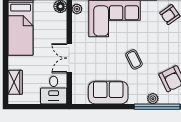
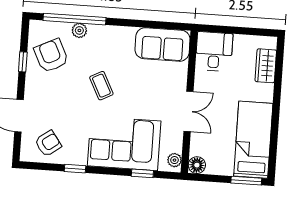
double door: (69, 58) -> (189, 111), moved
sofa: (108, 93) -> (163, 44), moved

